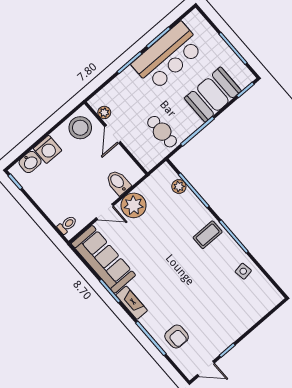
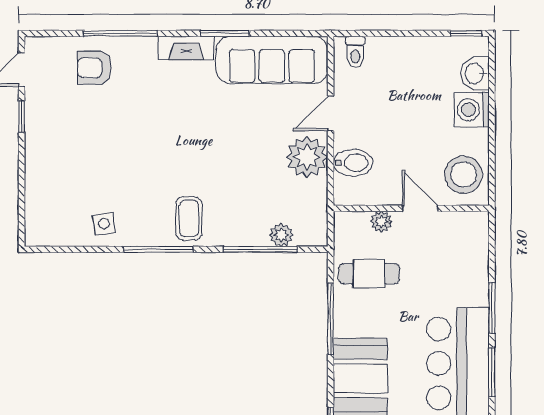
plant: (104, 112) -> (381, 222), moved

